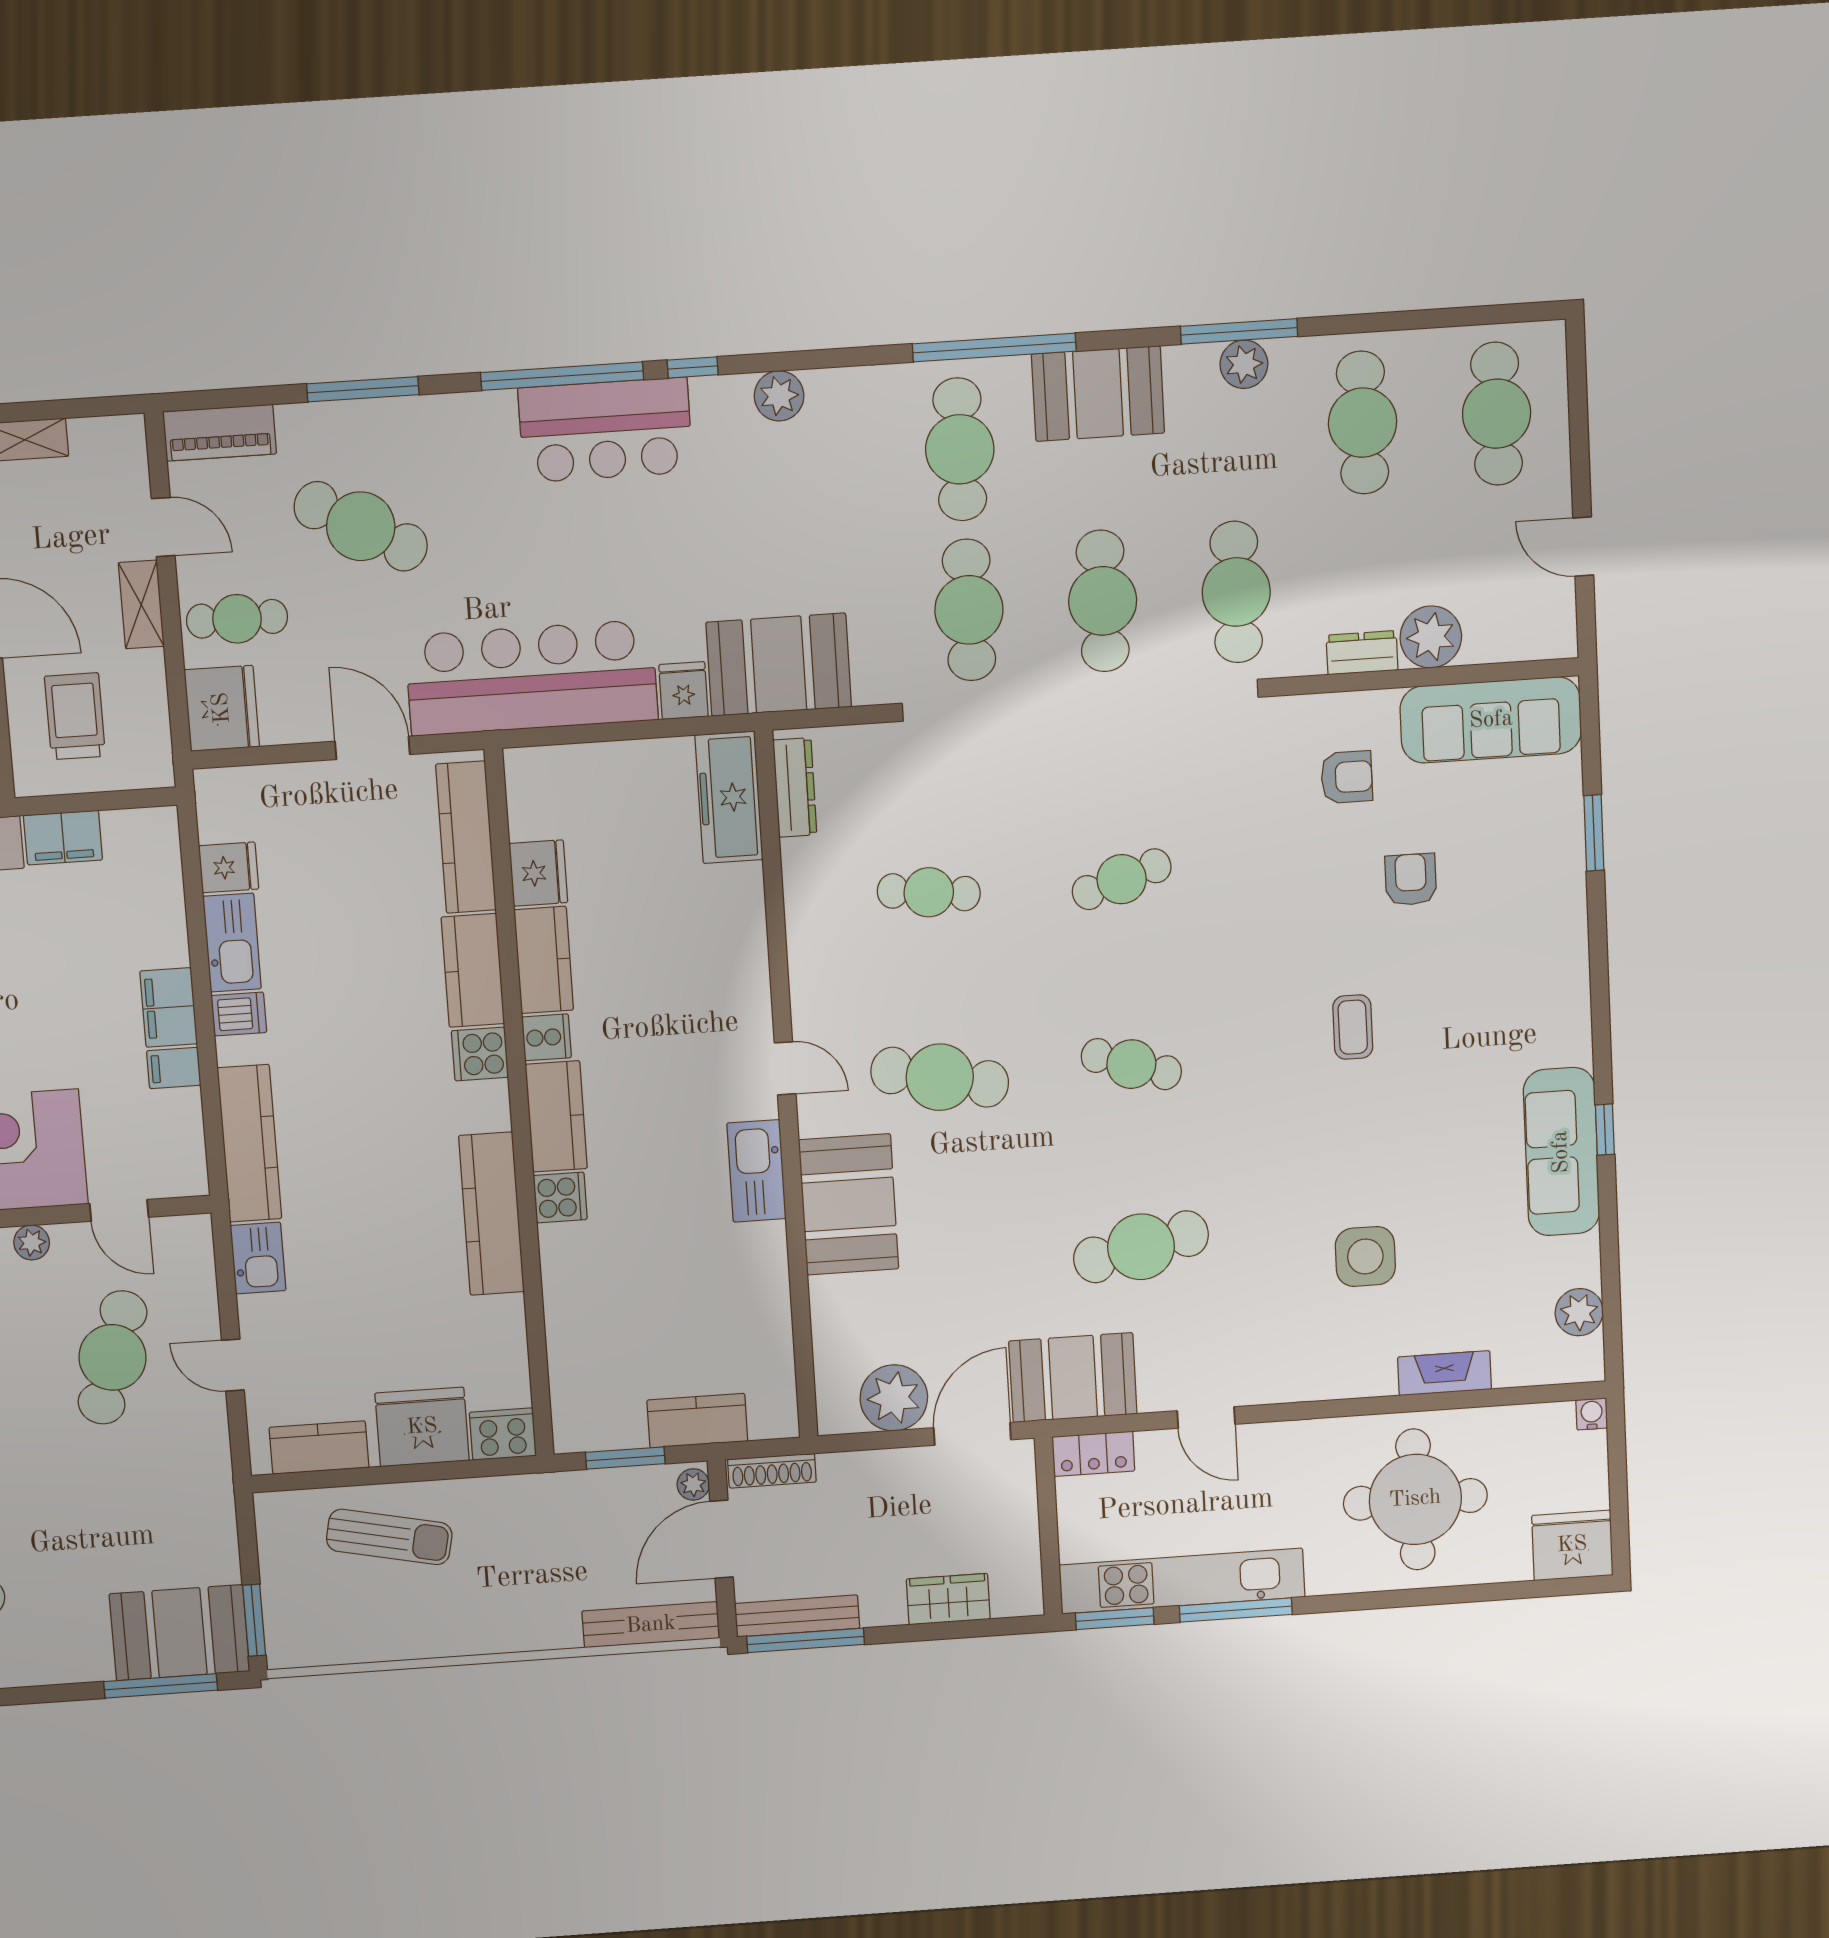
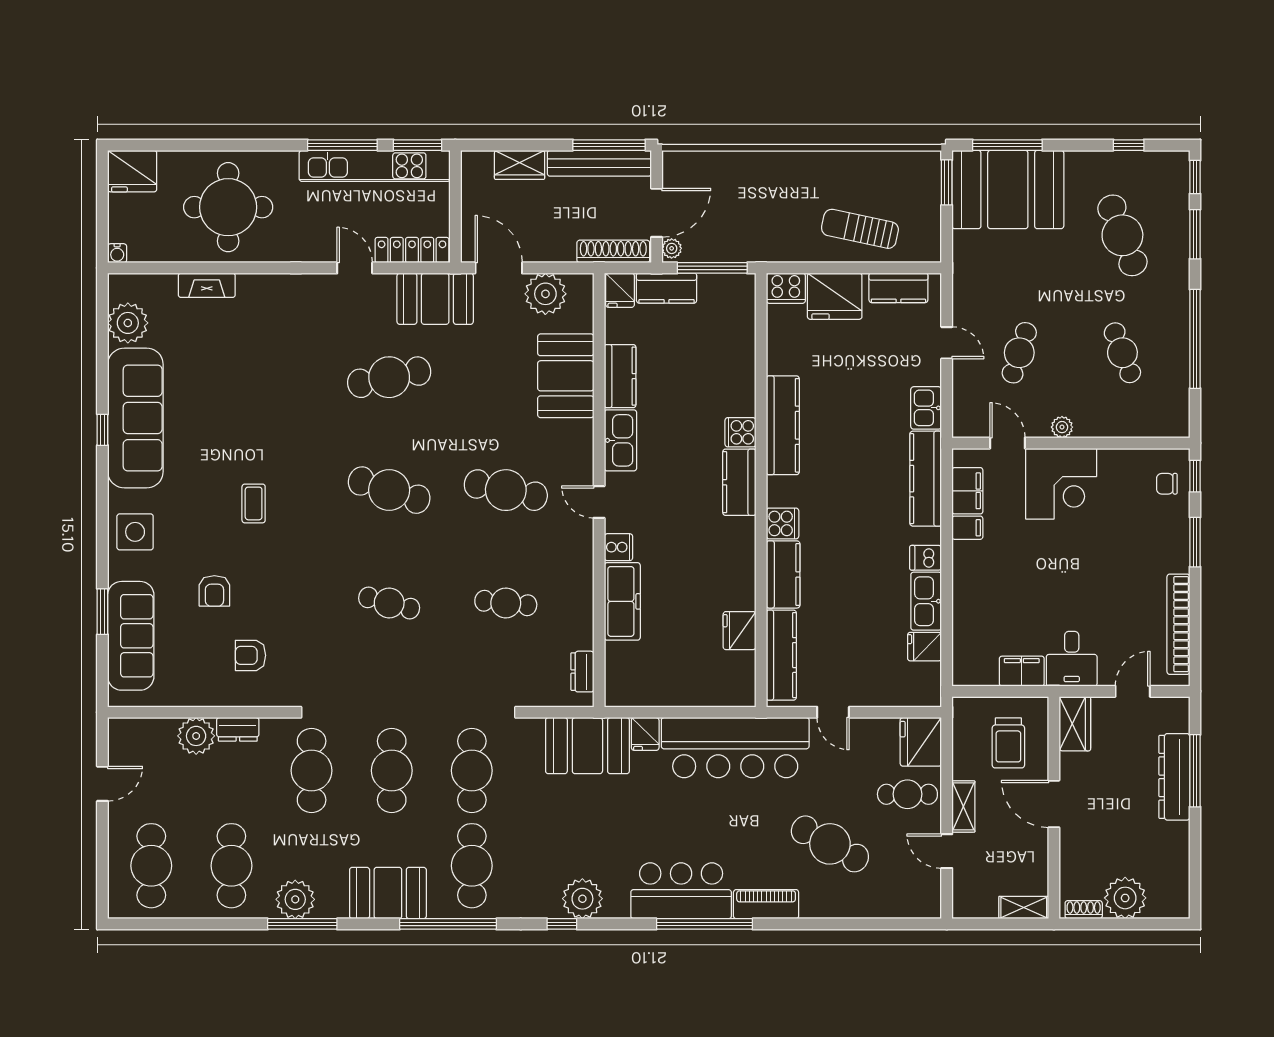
plant: (1244, 364) -> (295, 899), width x1.36, depth x1.36
window: (693, 367) -> (562, 924), moved
window: (363, 389) -> (823, 924), removed
plant: (779, 396) -> (582, 899), width x1.36, depth x1.36
piano: (220, 433) -> (766, 904), moved
door: (1583, 547) -> (102, 784), hinge flipped
sofa: (1491, 720) -> (131, 636), moved, turned 90
door: (372, 748) -> (833, 712), width x0.73
dresser: (795, 787) -> (582, 672), width x0.70
freezer: (729, 797) -> (622, 601), moved
cafe table: (1122, 879) -> (389, 603), turned 33
kitchen counter: (544, 960) -> (620, 376), moved, turned 180
filing cabinet: (169, 1007) -> (967, 491), moved
cooker: (547, 1037) -> (618, 547), moved, turned 180
cafe table: (1131, 1064) -> (389, 490), width x1.37, depth x1.35
sofa: (1561, 1152) -> (135, 418), width x1.36, depth x1.27
booth: (849, 1204) -> (566, 376), moved
side table: (1365, 1256) -> (135, 532), moved
plant: (1579, 1312) -> (128, 323), width x1.36, depth x1.36
cafe table: (113, 1357) -> (1019, 353), width x0.73, depth x0.74
fridge: (773, 1412) -> (620, 290), added
door: (972, 1434) -> (499, 268), swing flipped
locker: (1093, 1454) -> (412, 250), width x1.53
window: (625, 1458) -> (712, 268), width x1.44
shoe rack: (772, 1471) -> (613, 251), width x1.36, depth x1.24
bench: (797, 1616) -> (599, 163), width x1.37, depth x1.21
bench: (651, 1625) -> (704, 162), removed
booth: (179, 1633) -> (1008, 190), width x1.36, depth x1.42

